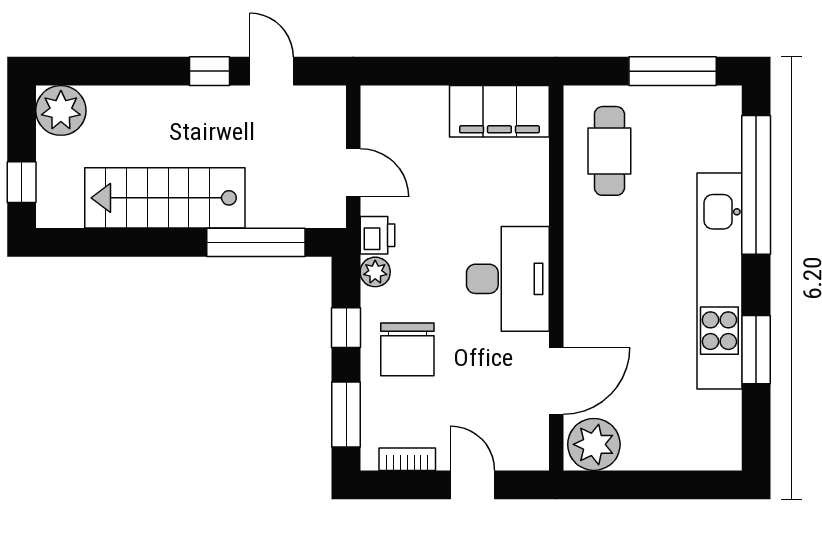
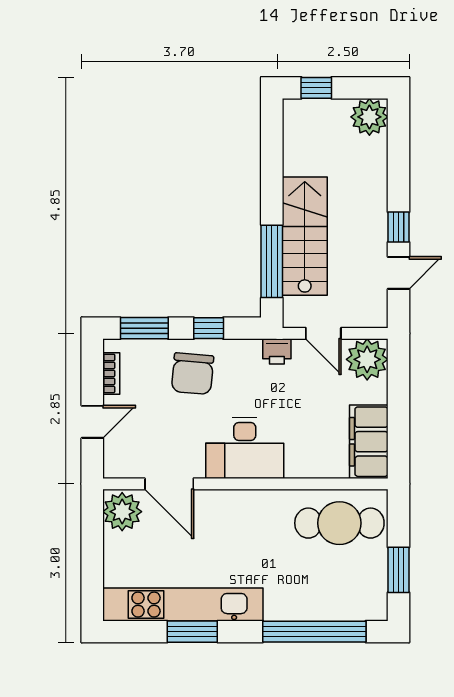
window: (673, 71) -> (398, 570), width x0.69
cafe table: (609, 151) -> (339, 523), width x1.37, depth x1.35
door: (353, 173) -> (323, 333), hinge flipped
stairs: (165, 198) -> (305, 236), moved
plant: (375, 272) -> (367, 359), moved, width x1.88, depth x1.88
kitchen unit: (719, 281) -> (183, 605), moved
chair: (407, 349) -> (193, 374), turned -85

